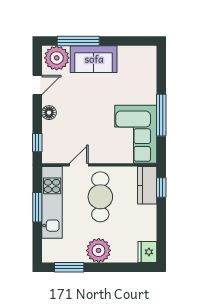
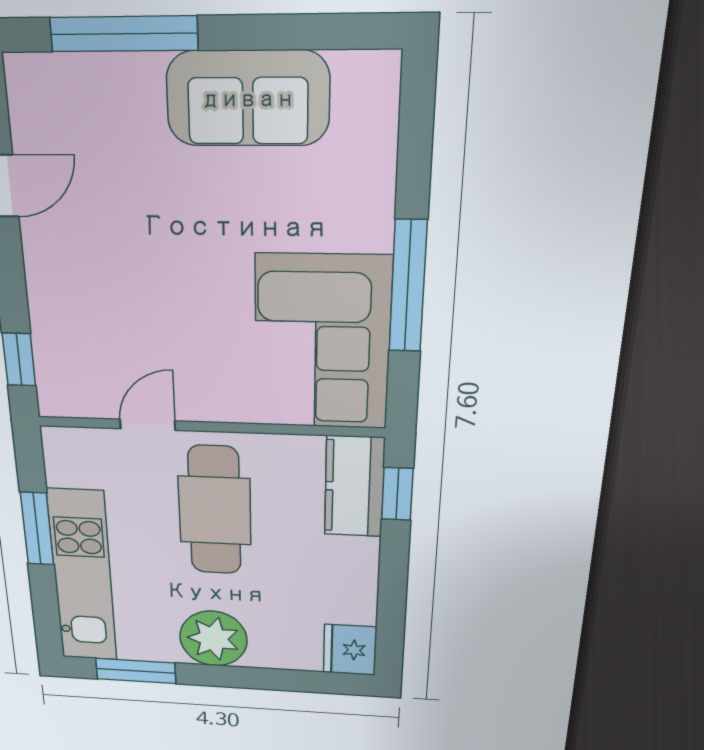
plant: (57, 58) -> (55, 95), removed
sofa: (94, 59) -> (248, 99), moved
floor lamp: (49, 113) -> (46, 273), removed
kitchen unit: (52, 202) -> (82, 577), moved

